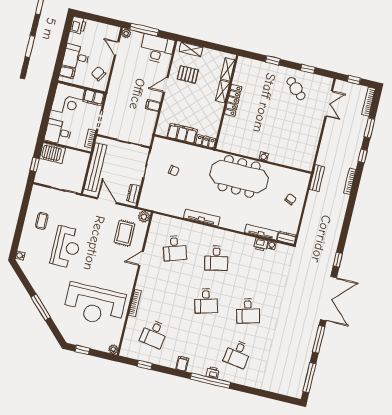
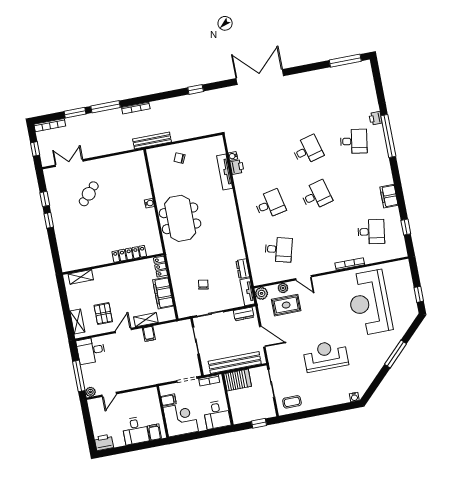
desk: (157, 49) -> (91, 350), width x0.73
window: (273, 60) -> (49, 220), moved
chair: (98, 74) -> (142, 401), removed
door: (166, 85) -> (123, 330), swing flipped
cafe table: (296, 89) -> (89, 194), moved
shelving: (223, 92) -> (146, 320), moved
filing cabinet: (94, 98) -> (169, 400), width x0.50
locker: (233, 100) -> (129, 254), moved
server rack: (53, 153) -> (238, 380), moved, turned 90
window: (363, 156) -> (105, 107), width x2.17
meeting table: (239, 176) -> (180, 218), width x0.73
bench: (317, 178) -> (152, 141), width x1.36
door: (107, 201) -> (262, 337), swing flipped
tv unit: (202, 217) -> (247, 292), moved, width x0.71
coffee table: (42, 221) -> (292, 402), moved
dresser: (287, 238) -> (243, 269), moved
desk: (175, 248) -> (279, 249), turned 33
window: (338, 260) -> (196, 89), moved
reception desk: (94, 305) -> (369, 303), turned 180
window: (319, 339) -> (304, 69), removed
plant: (113, 349) -> (283, 288), moved
filing cabinet: (182, 364) -> (389, 196), width x2.00
printer: (213, 372) -> (376, 118), moved
window: (210, 381) -> (388, 136), moved

